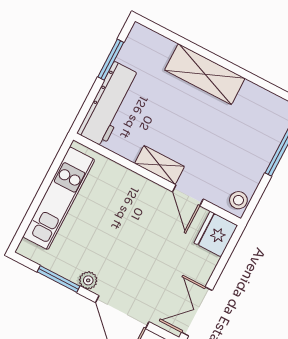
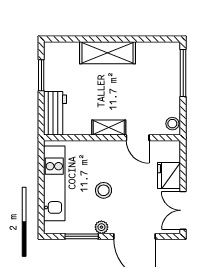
workbench: (109, 104) -> (55, 113), width x0.73
fridge: (216, 234) -> (169, 175), moved
stool: (114, 237) -> (104, 190), added

